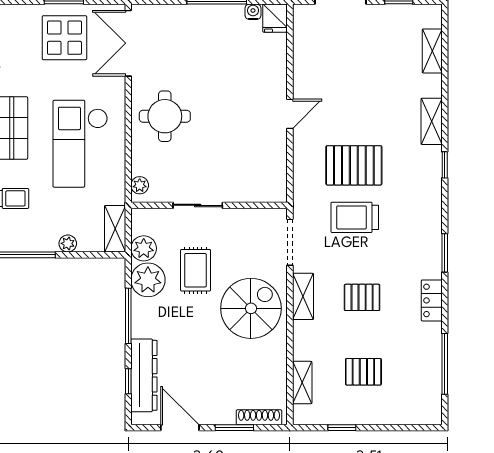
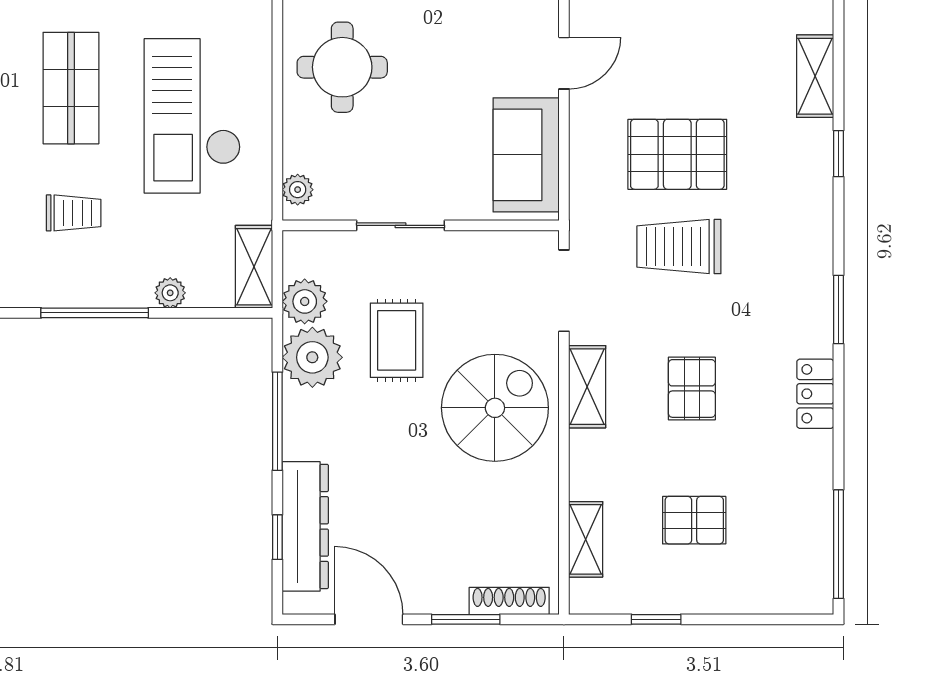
sofa: (269, 166) -> (526, 155), added
pallet: (362, 297) -> (692, 388), turned 90
window: (445, 364) -> (838, 544), moved

